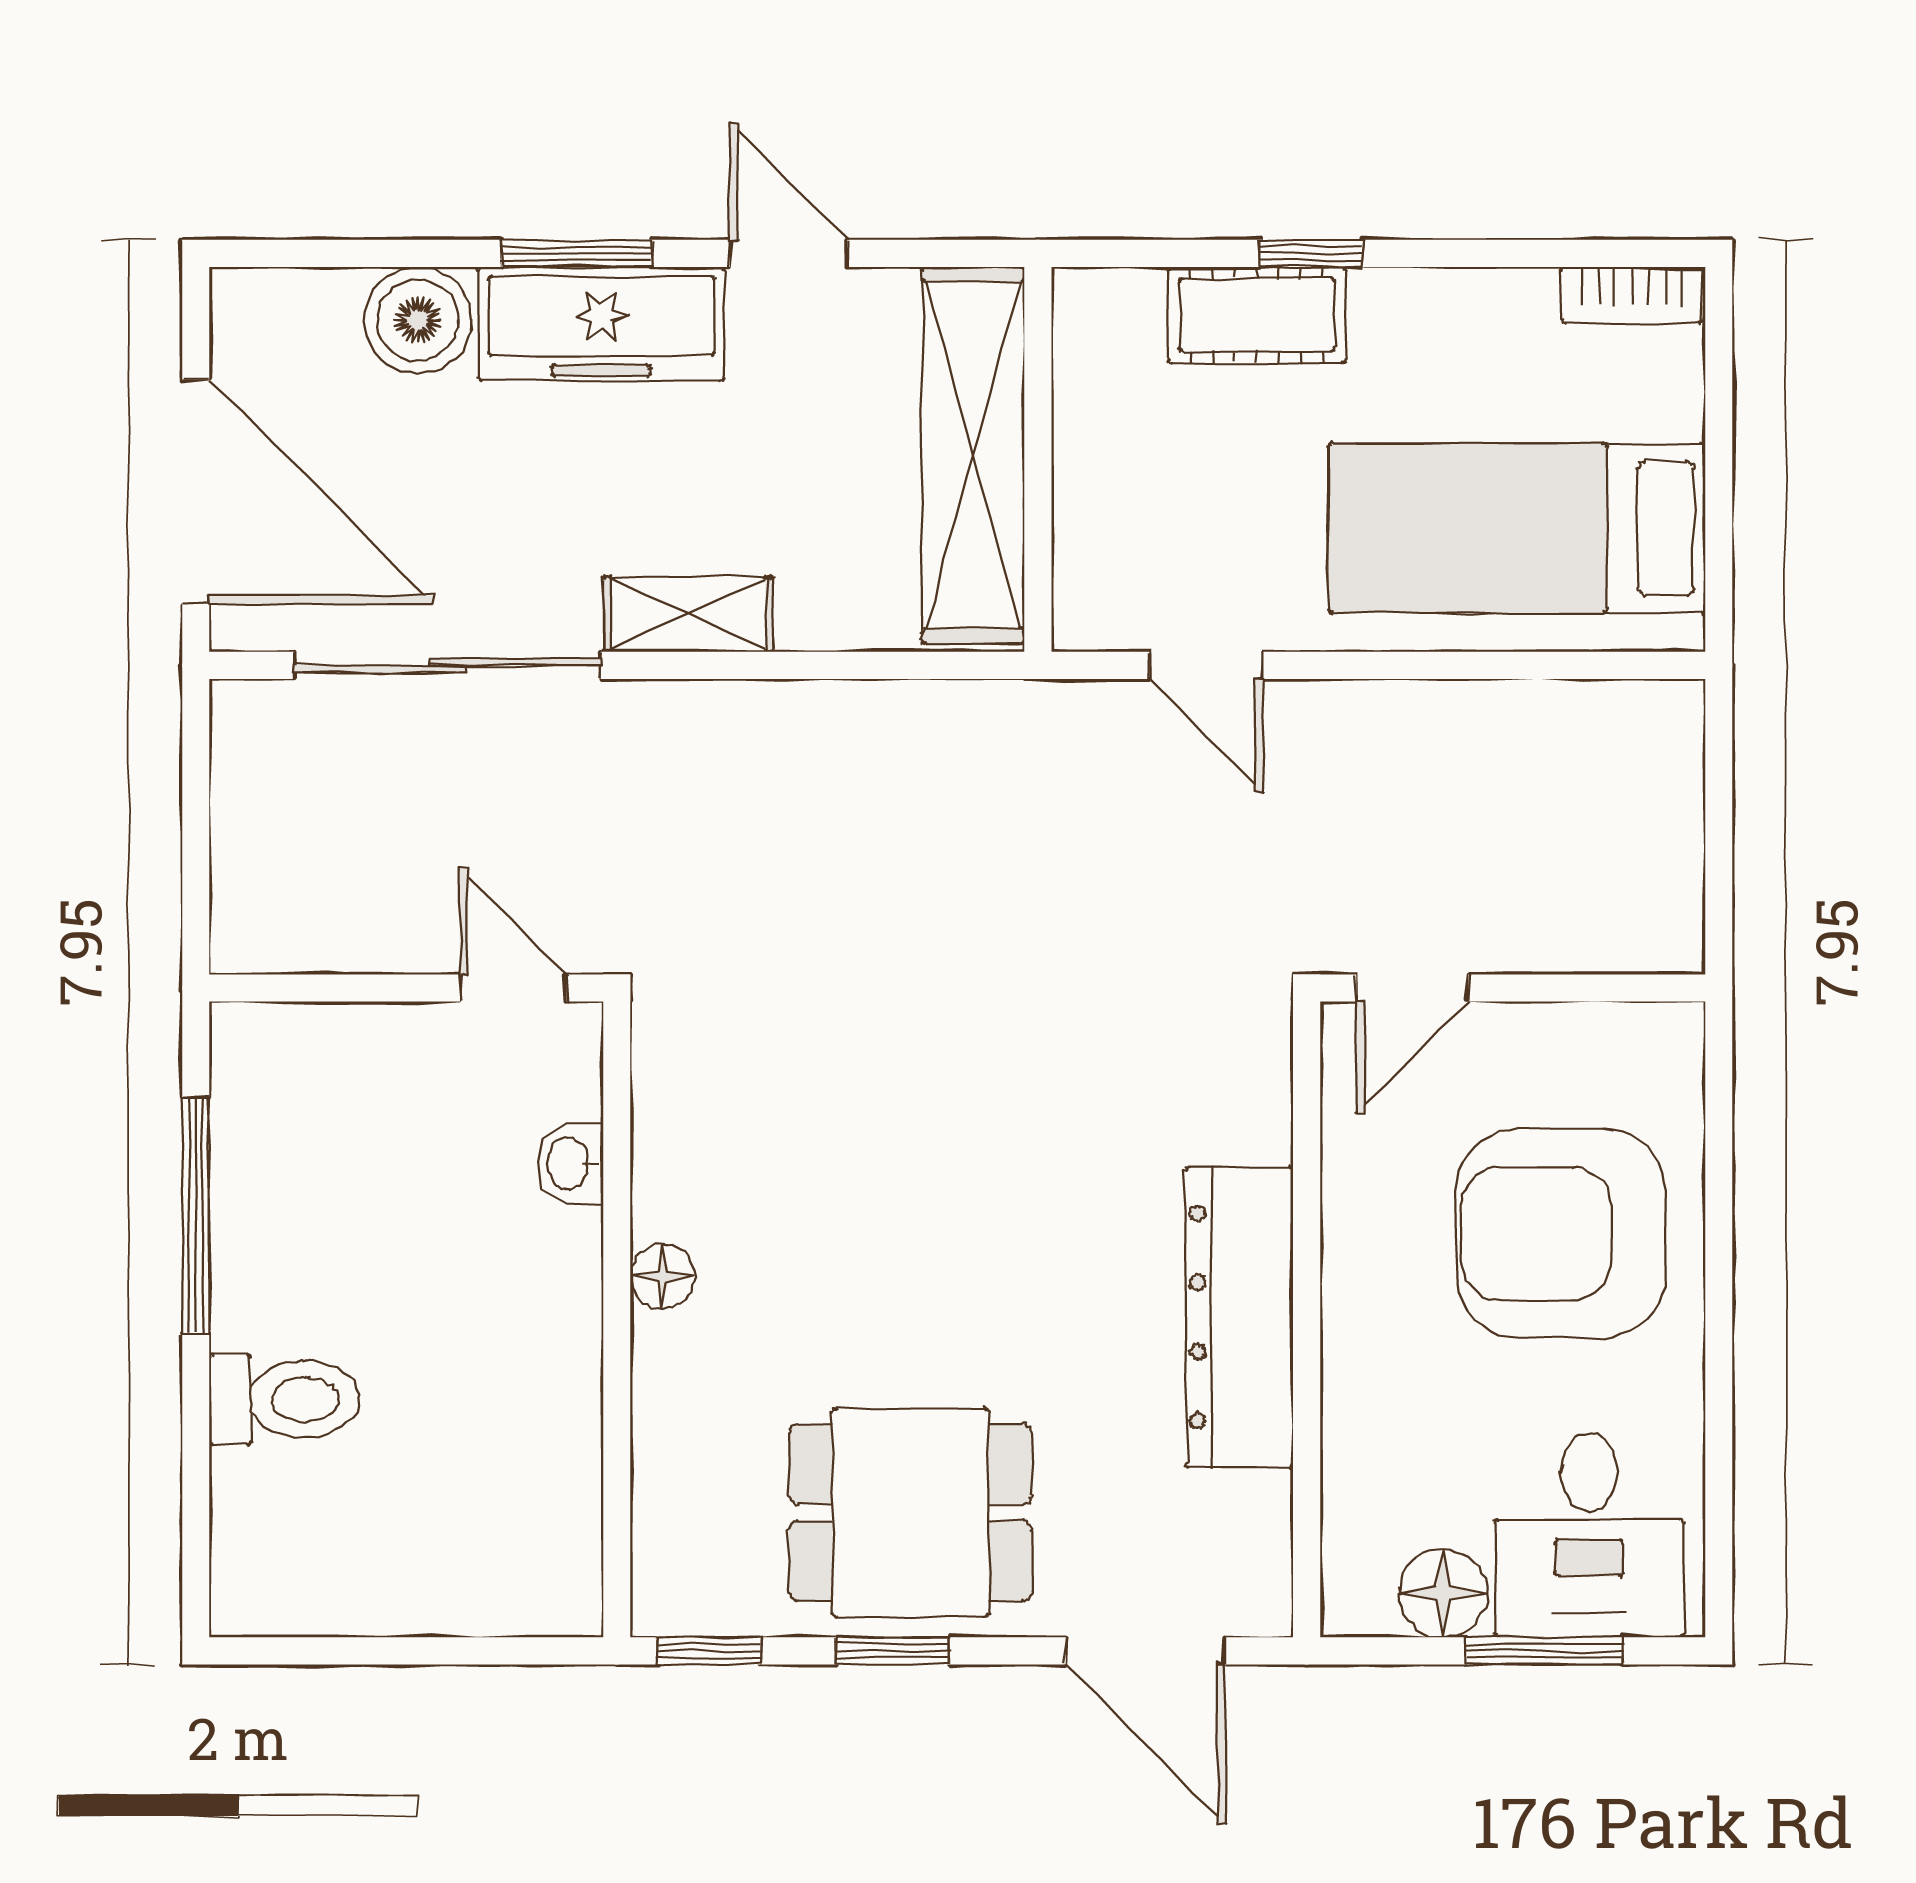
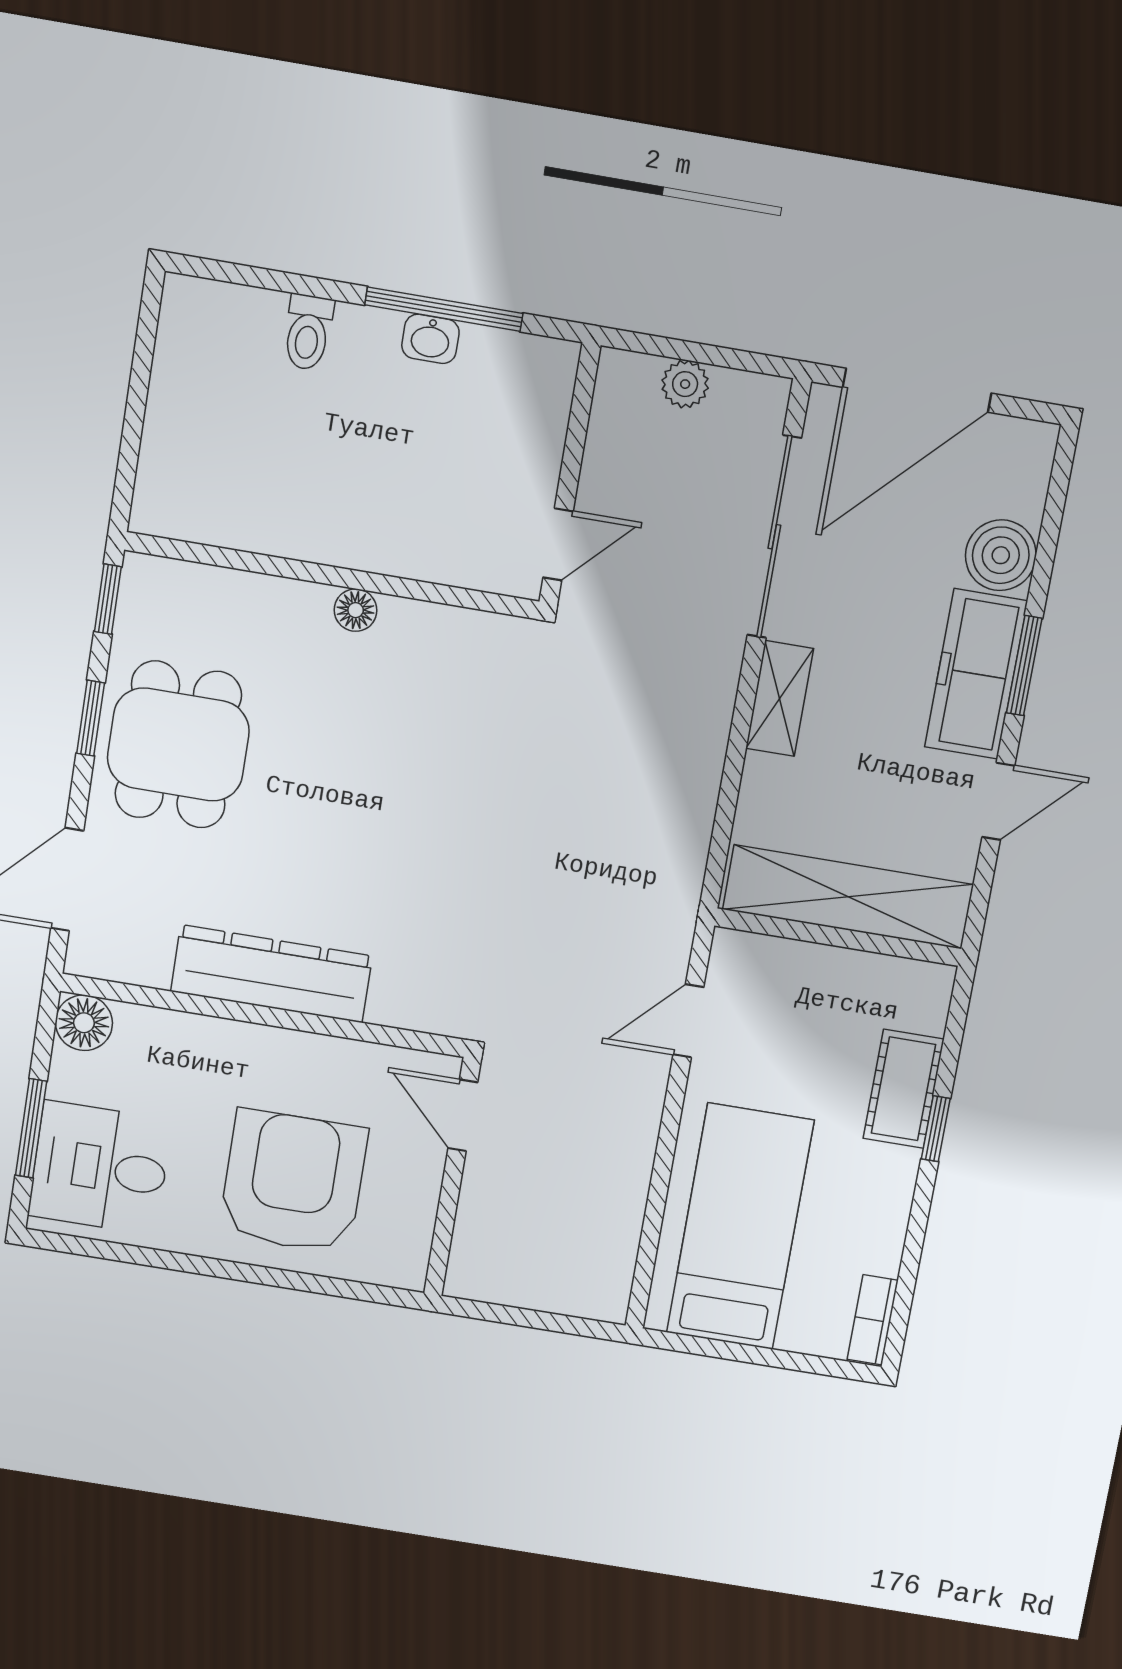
plant: (245, 839) -> (685, 384), added
washbasin: (570, 1163) -> (430, 339), moved, turned 180
toilet: (284, 1399) -> (308, 332), width x0.73, depth x0.72
floor lamp: (1443, 1593) -> (84, 1023), moved

